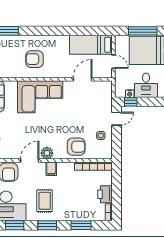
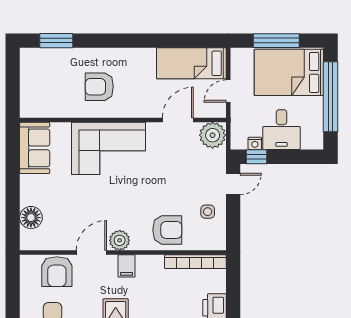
door: (113, 62) -> (228, 91), swing flipped
plant: (104, 89) -> (213, 135), added

